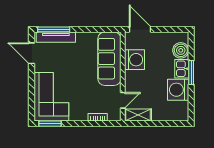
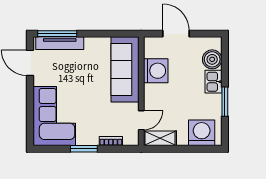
door: (140, 29) -> (176, 34), moved
window: (191, 72) -> (225, 102), moved
washing machine: (178, 90) -> (202, 133), moved, turned 90
window: (50, 124) -> (84, 149), moved

